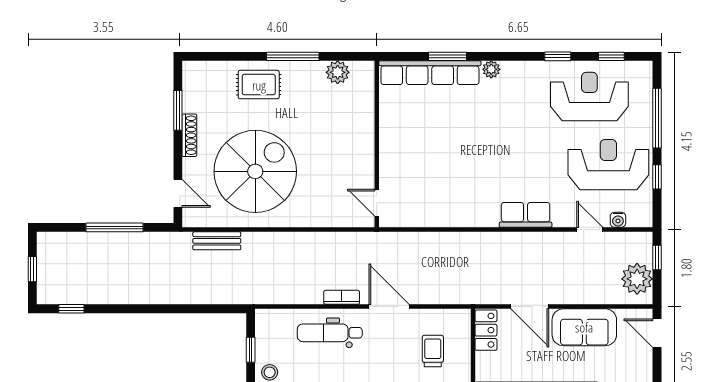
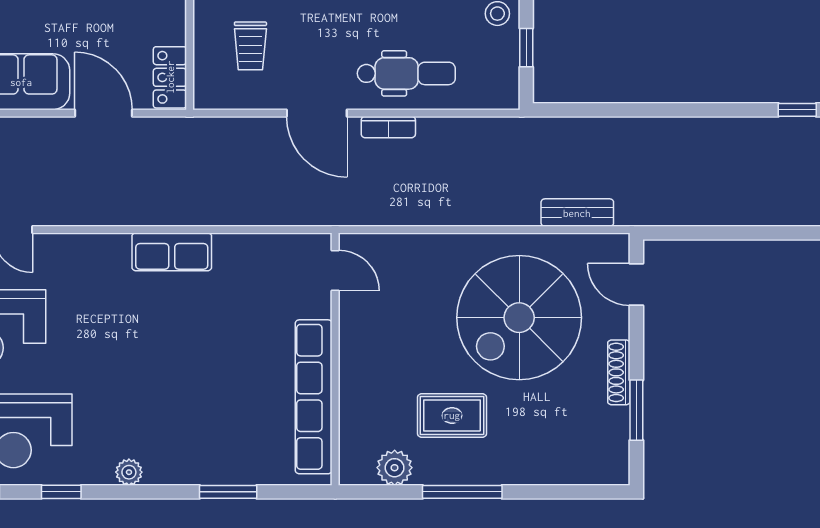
plant: (491, 69) -> (129, 472), moved
row of seats: (430, 73) -> (314, 397), moved, turned -90
rug: (259, 85) -> (452, 415), moved
row of seats: (526, 215) -> (172, 252), moved
window: (114, 227) -> (732, 233), removed

